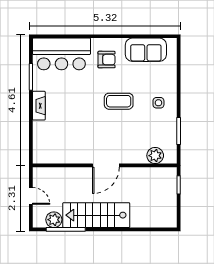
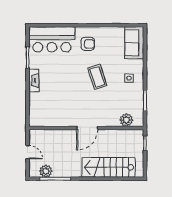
sofa: (146, 50) -> (134, 43), moved, turned 90
coffee table: (119, 101) -> (97, 77), turned 72
stairs: (96, 215) -> (109, 167), moved

